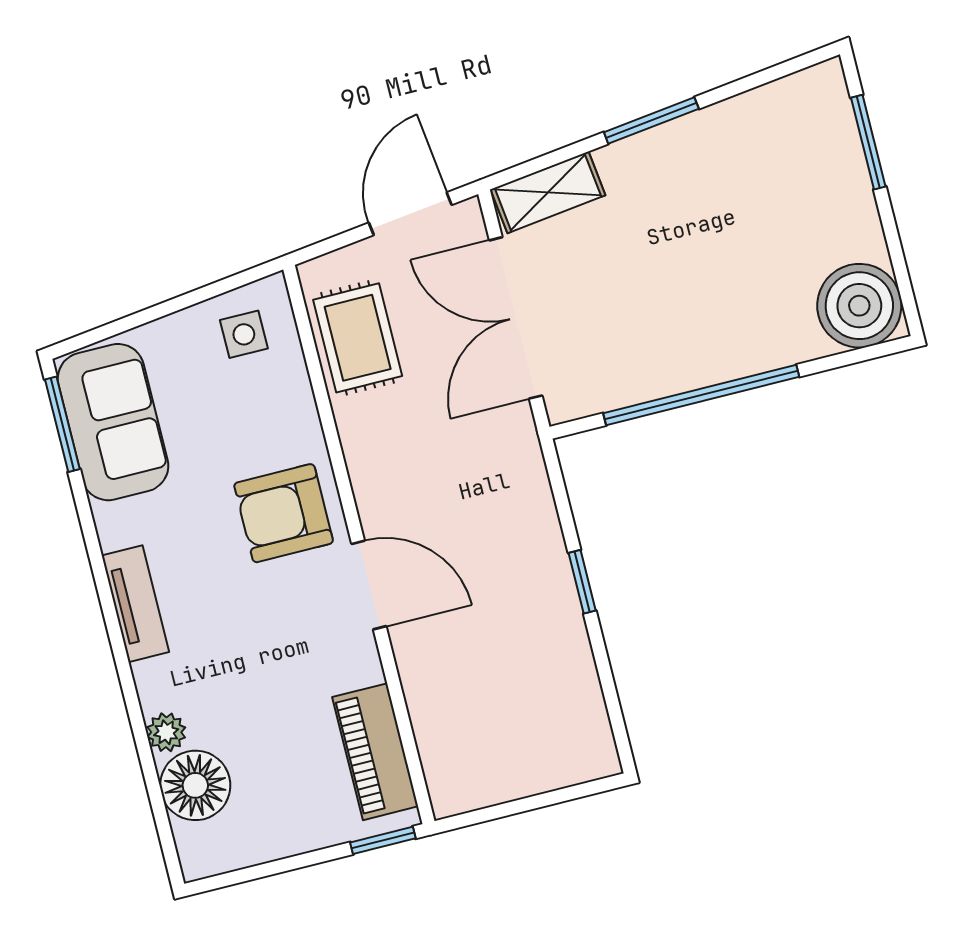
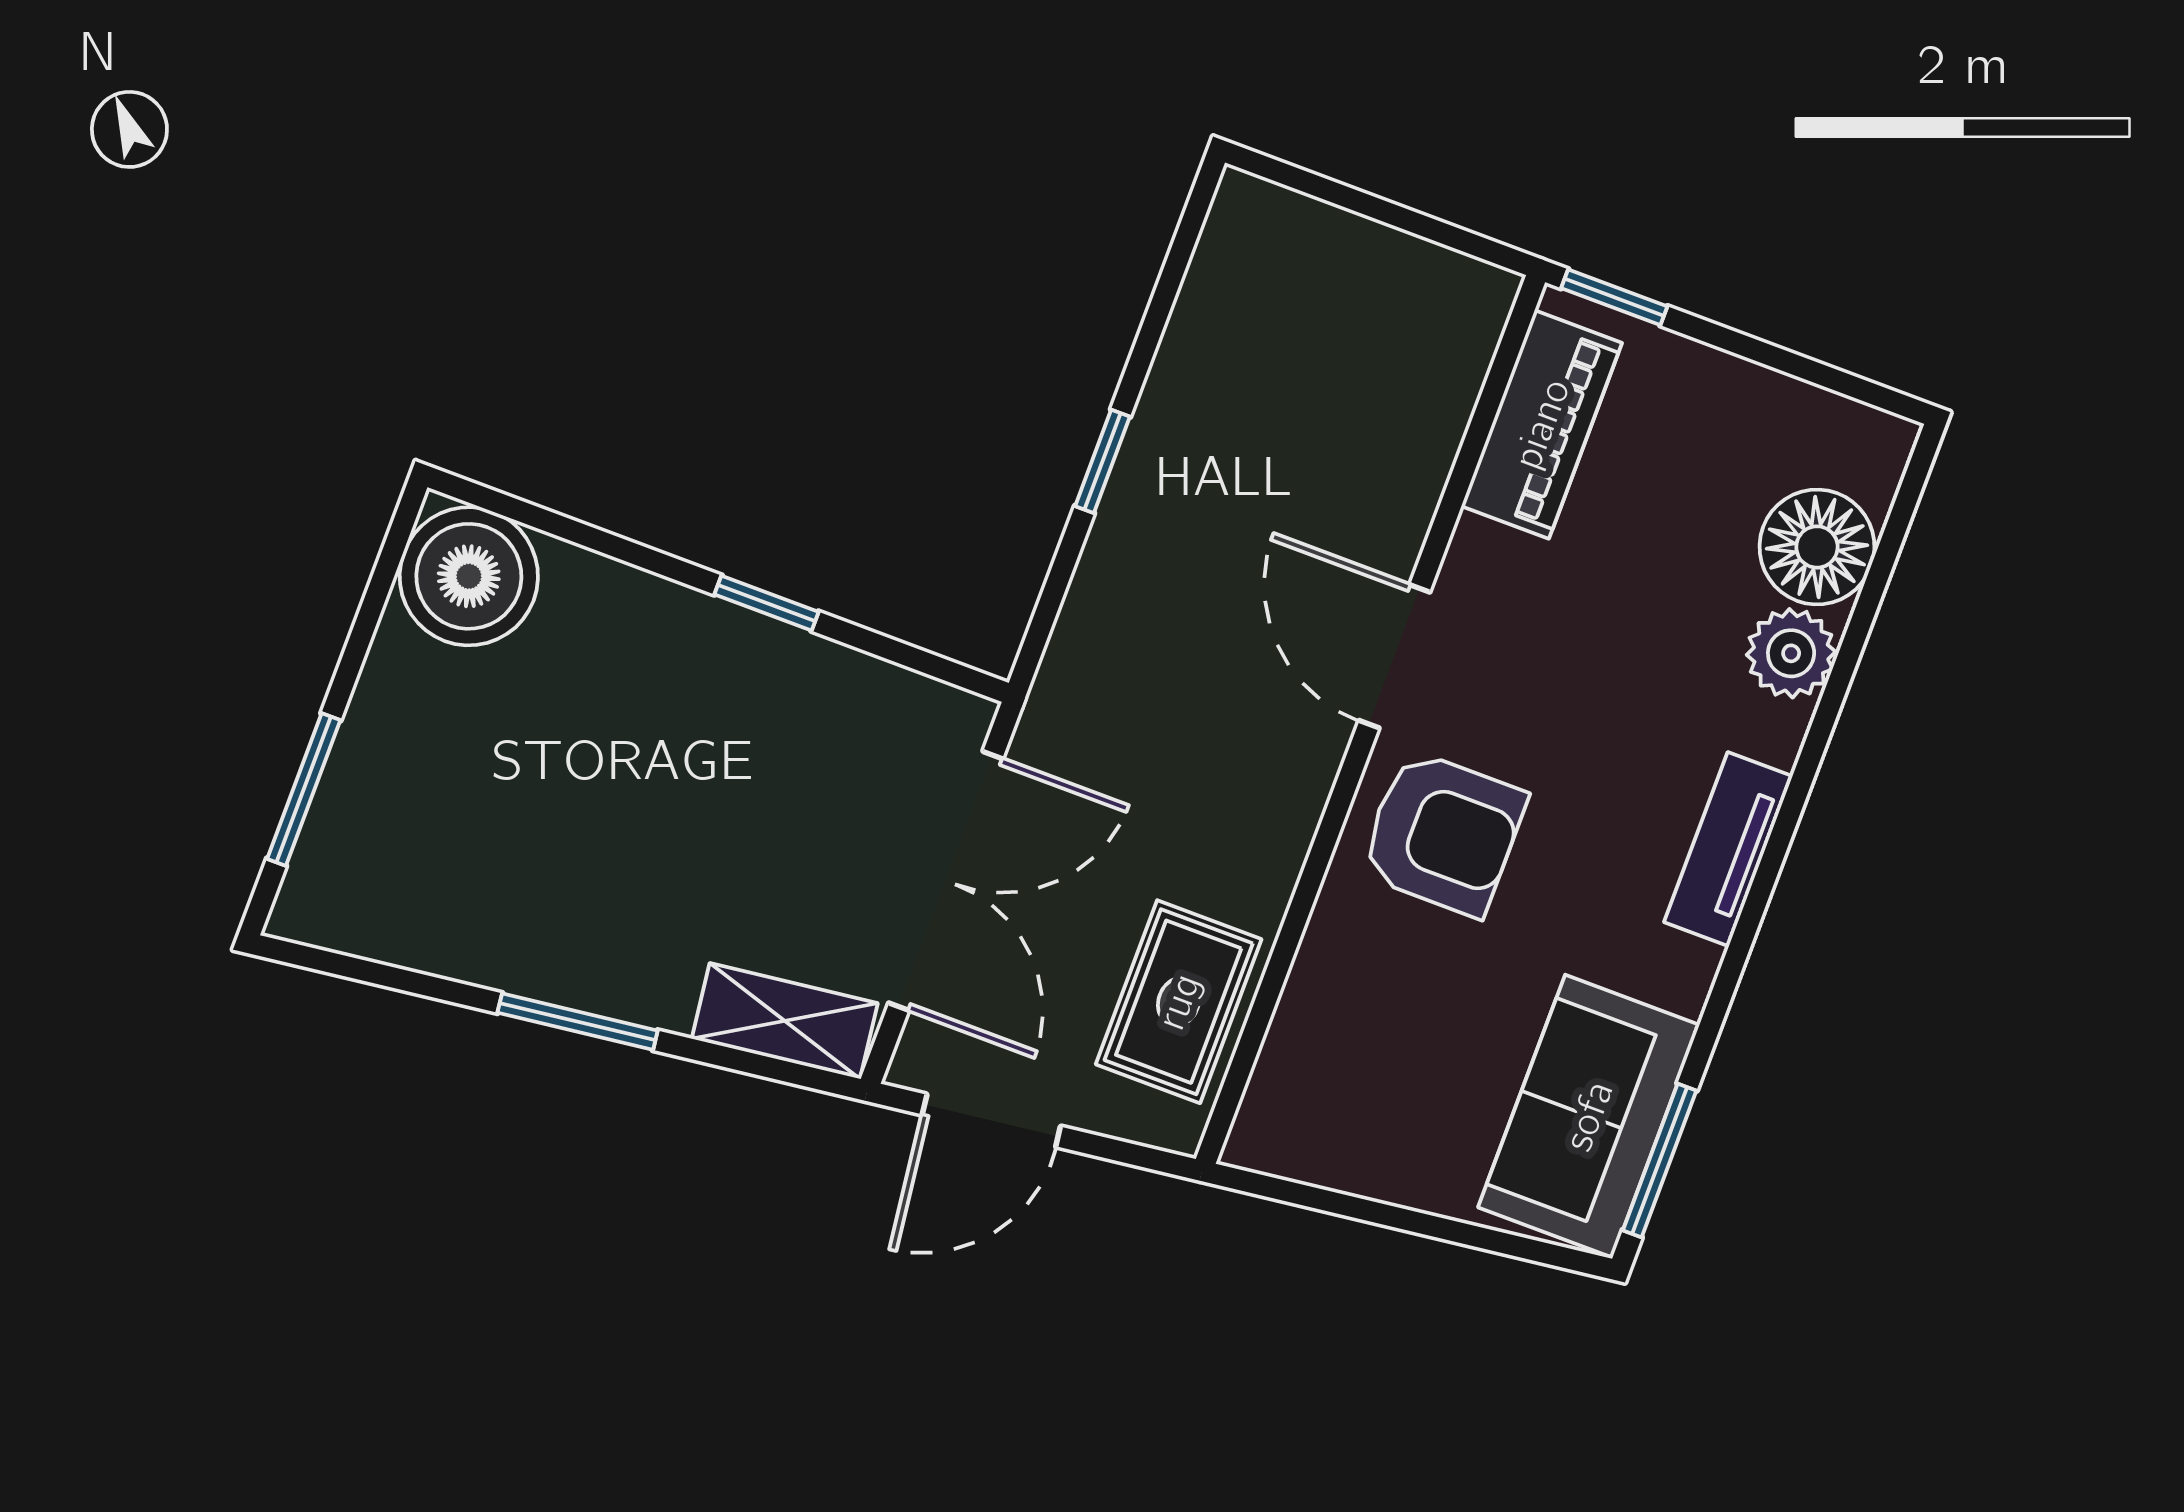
side table: (244, 334) -> (1330, 1113), removed
window: (701, 395) -> (766, 603), width x0.32
plant: (166, 732) -> (1791, 653), width x1.38, depth x1.38

